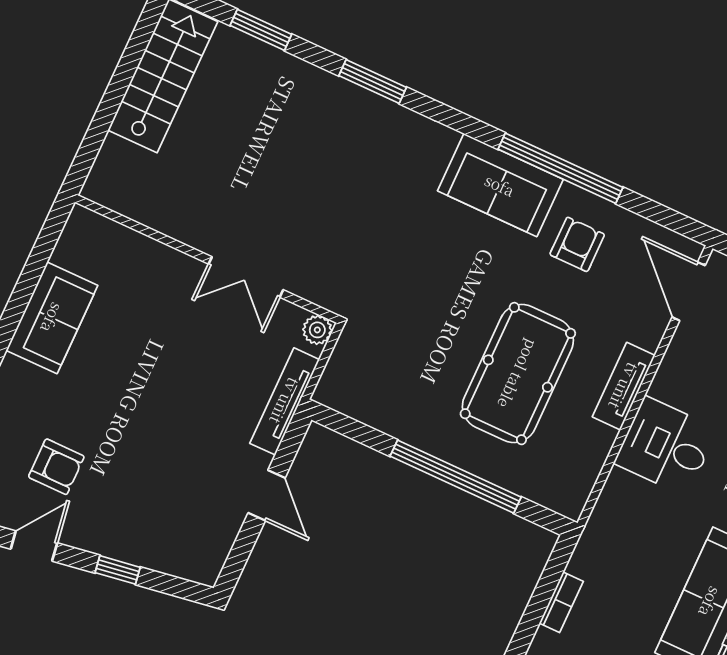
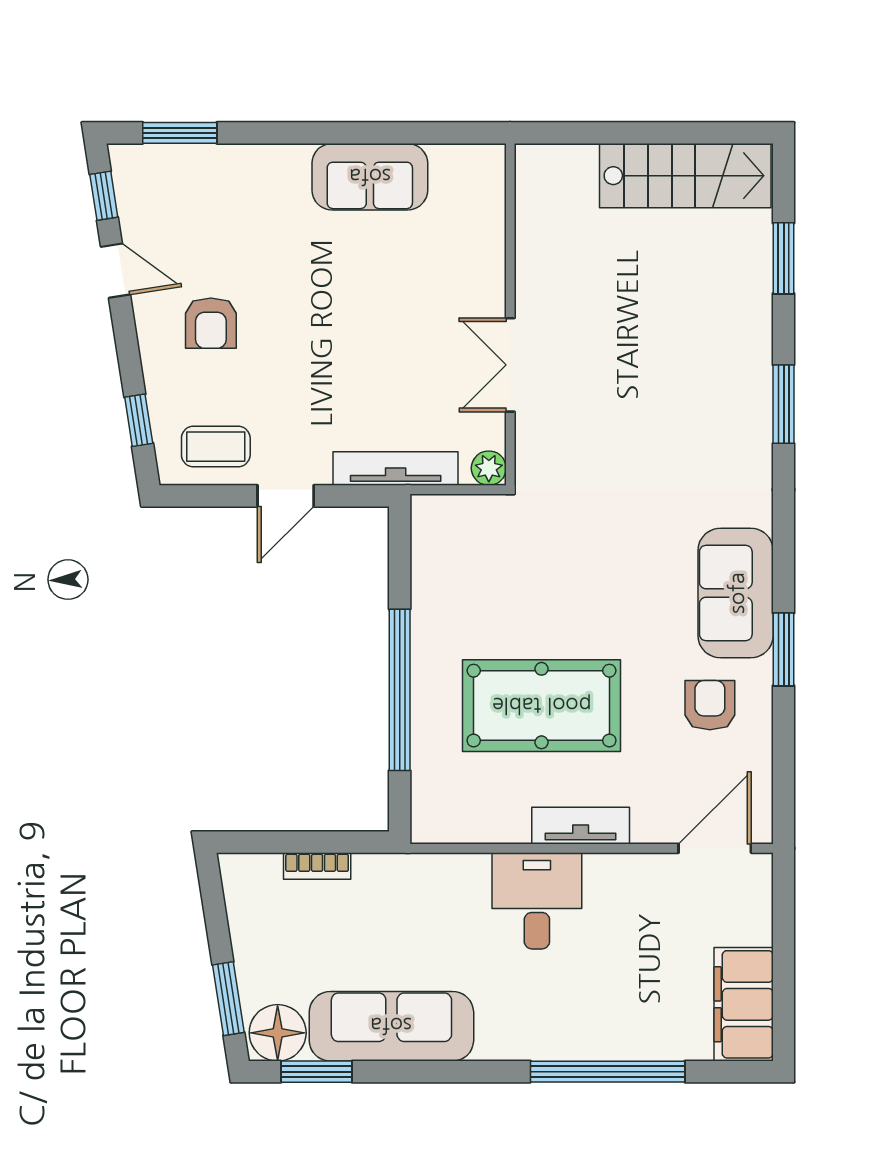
window: (560, 168) -> (784, 649), width x0.47
armchair: (577, 244) -> (710, 705), turned -90
armchair: (56, 467) -> (211, 323), moved
coffee table: (204, 531) -> (216, 447), added
window: (118, 570) -> (139, 420), moved

